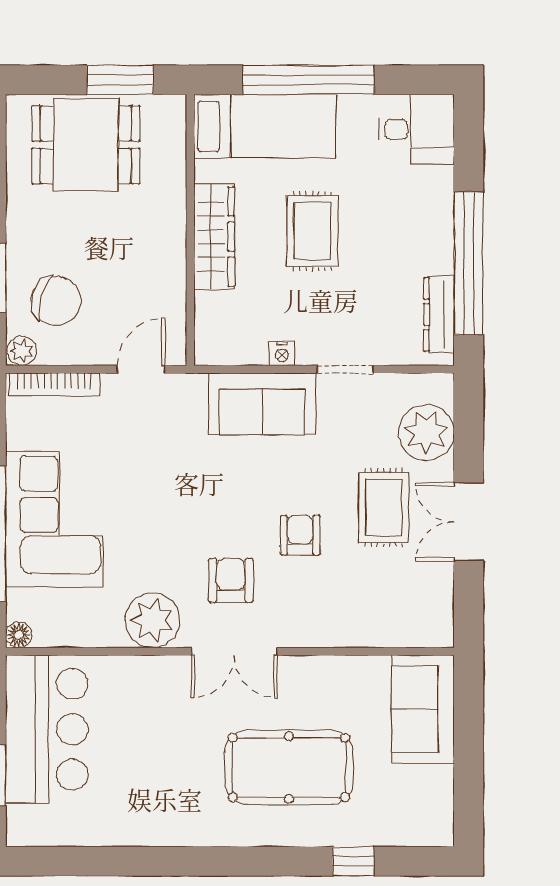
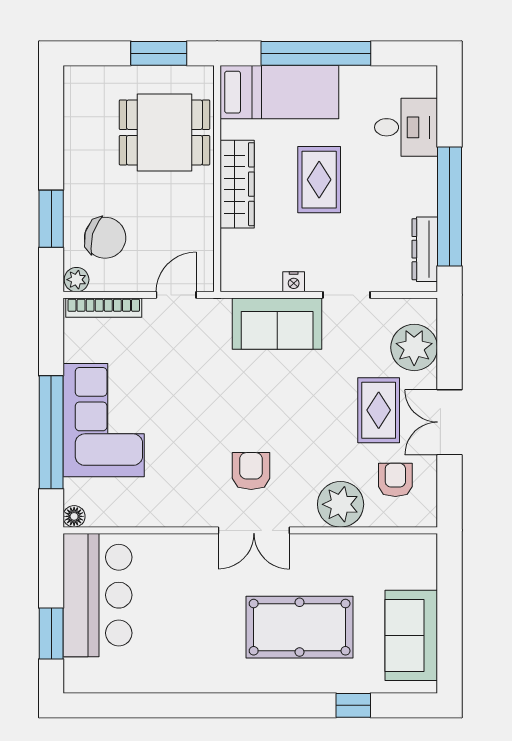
desk: (417, 129) -> (406, 127), moved
dining table: (86, 145) -> (164, 132), moved
armchair: (300, 535) -> (395, 480), moved
plant: (152, 620) -> (341, 504), moved
sofa: (423, 709) -> (411, 635), moved

